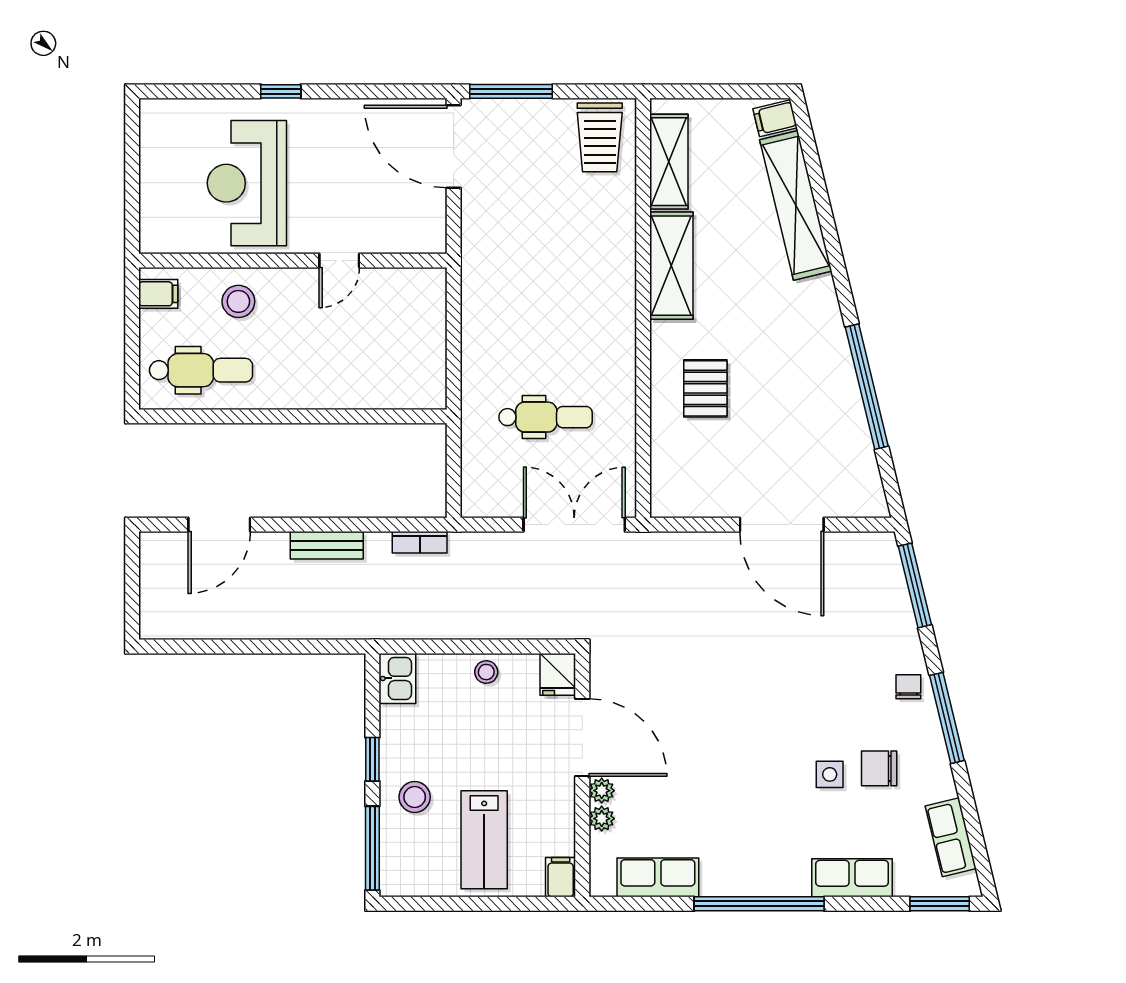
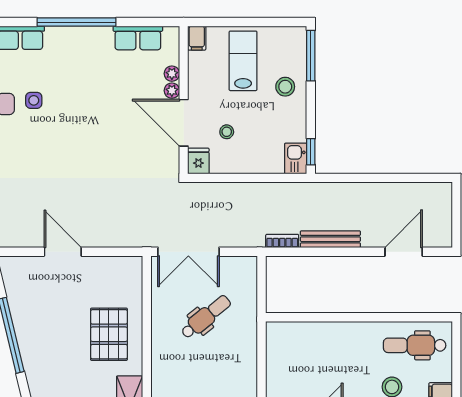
pallet: (705, 388) -> (109, 334), width x1.50, depth x1.42
dental chair: (546, 417) -> (206, 317), turned 141
door: (782, 525) -> (63, 252), width x0.73
bench: (327, 545) -> (330, 239), width x1.36
stool: (486, 672) -> (227, 132), moved
window: (372, 759) -> (311, 152), moved

